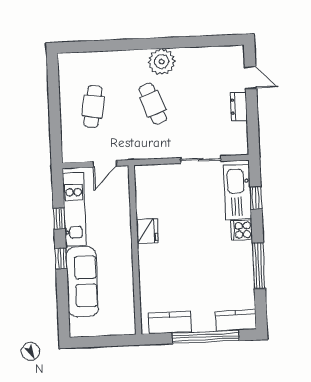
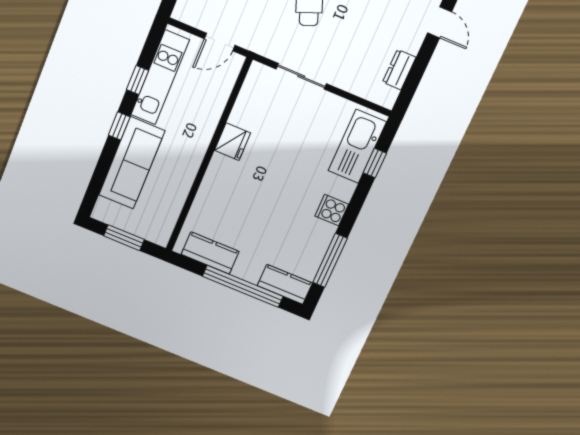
dresser: (239, 106) -> (399, 70), moved
sliding door: (201, 160) -> (301, 76), moved
cooker: (242, 230) -> (332, 210), moved
window: (259, 266) -> (330, 260), moved
window: (102, 341) -> (124, 238), added

